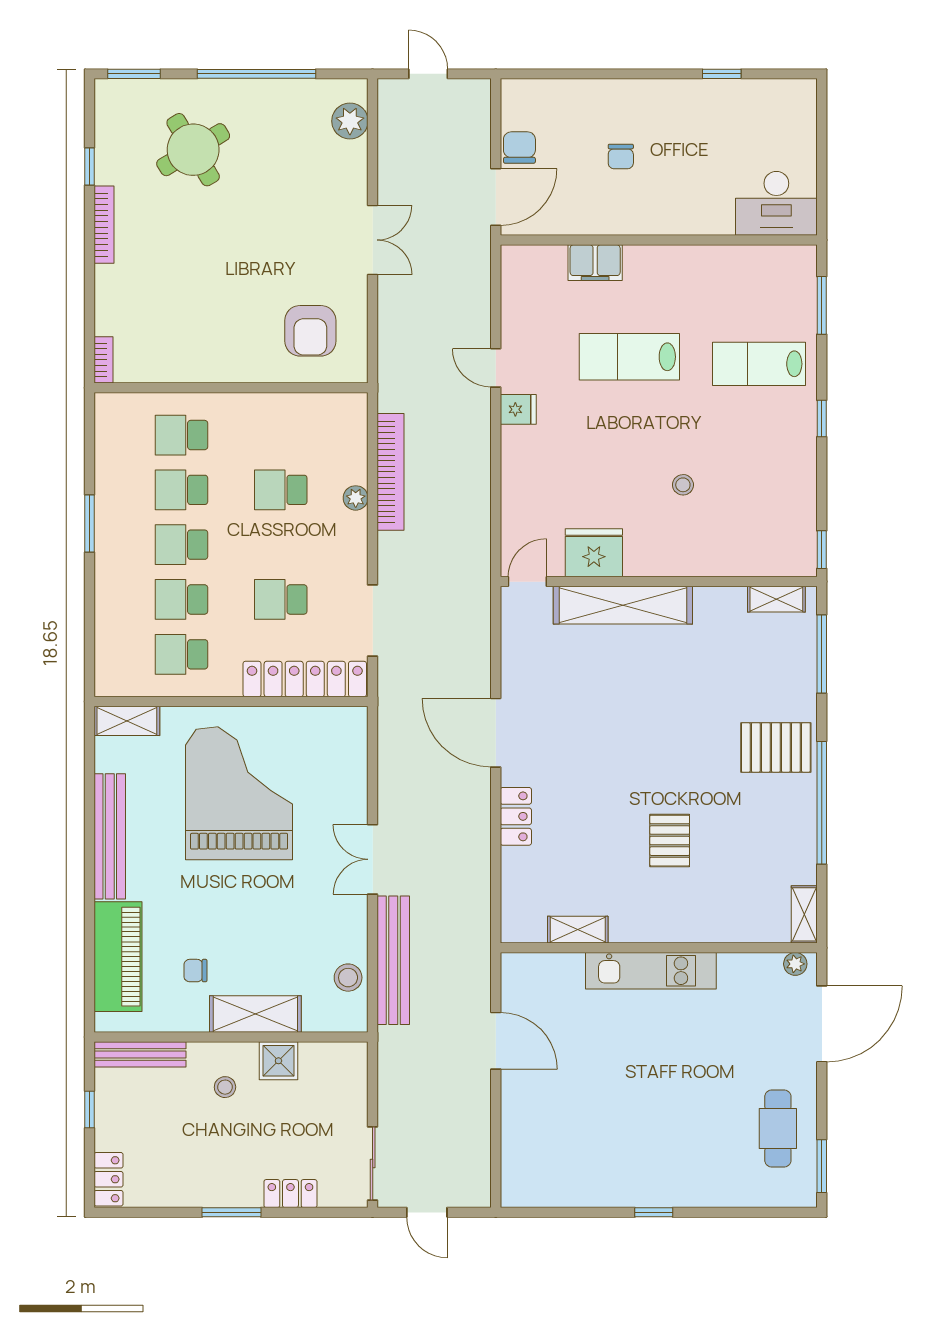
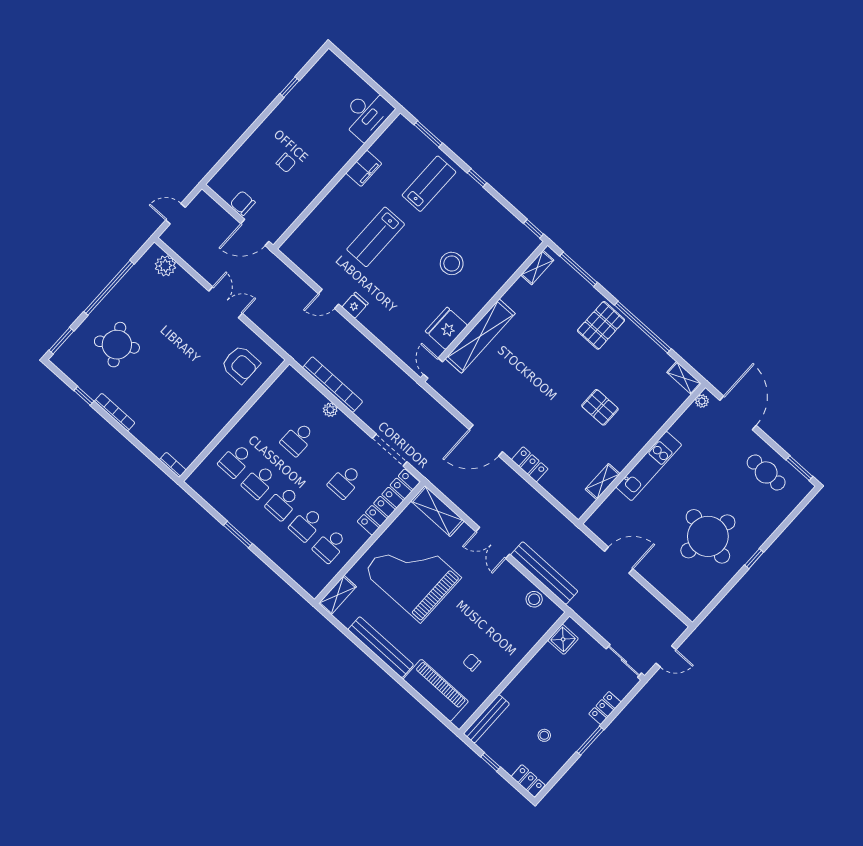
door: (496, 197) -> (255, 232), swing flipped
filing cabinet: (595, 263) -> (364, 168), moved
lab bench: (759, 364) -> (429, 184), turned 180
stool: (683, 485) -> (452, 263), width x1.89, depth x1.89
chair: (195, 971) -> (472, 662), turned 90
shelving: (255, 1014) -> (437, 511), moved, turned 90
shower: (278, 1061) -> (563, 639), moved
stool: (225, 1087) -> (544, 735), moved
round table: (629, 1128) -> (708, 536), added

